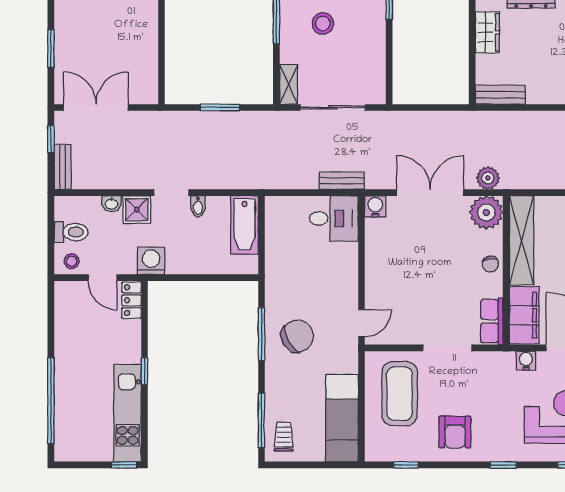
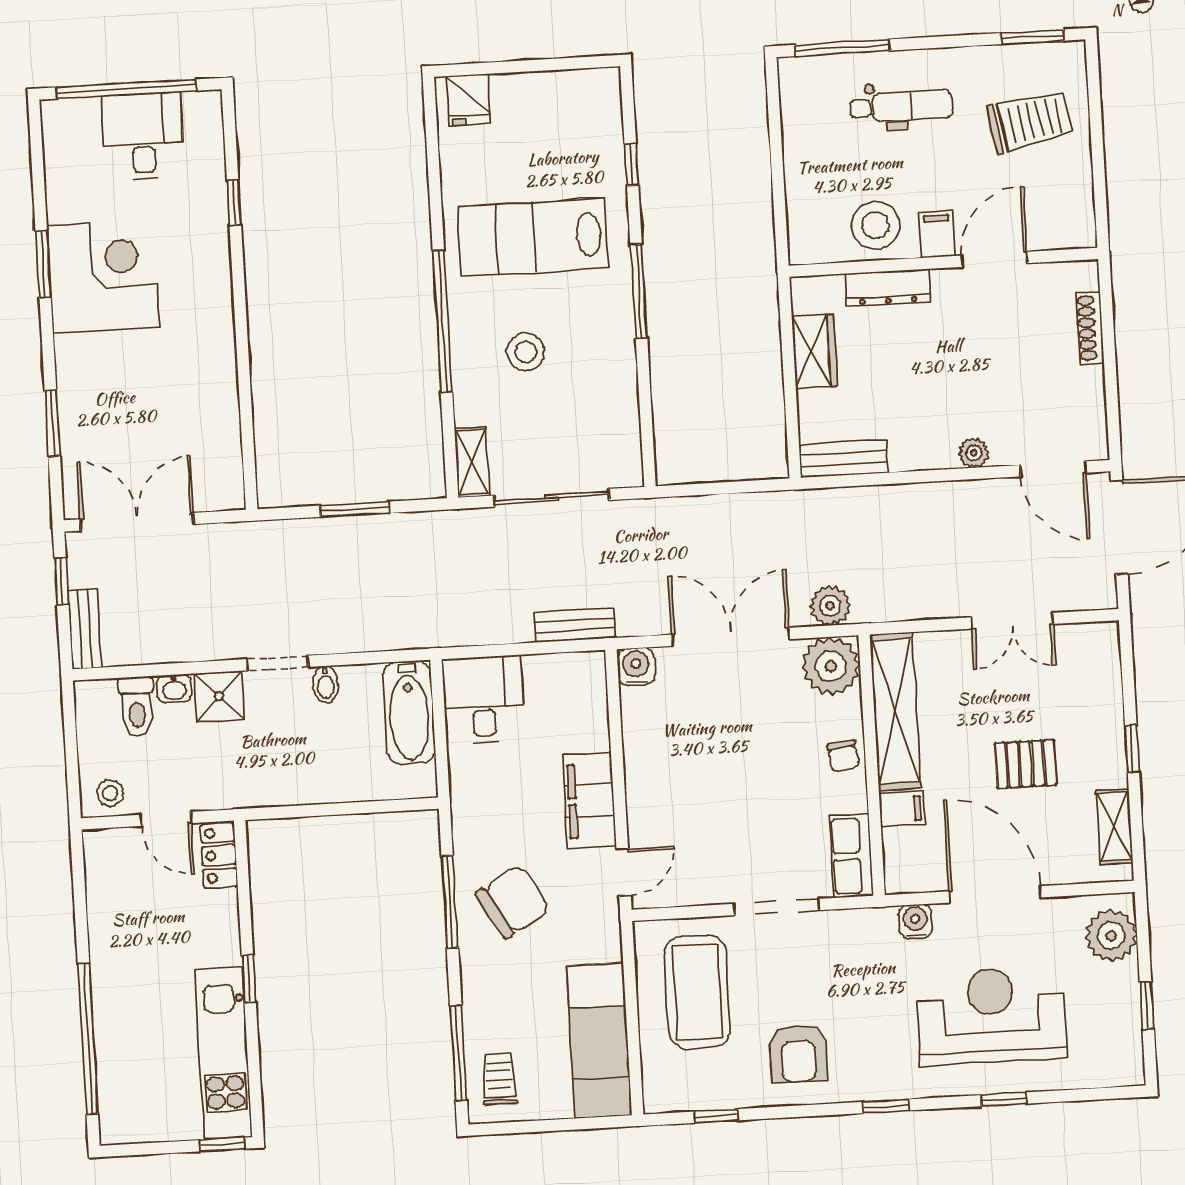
desk: (334, 218) -> (484, 700), moved, turned -90
toilet: (71, 232) -> (137, 707), moved, turned 90
washing machine: (151, 261) -> (249, 785), removed
filing cabinet: (344, 281) -> (589, 801), added
filing cabinet: (524, 315) -> (902, 809), width x0.33, depth x0.86

